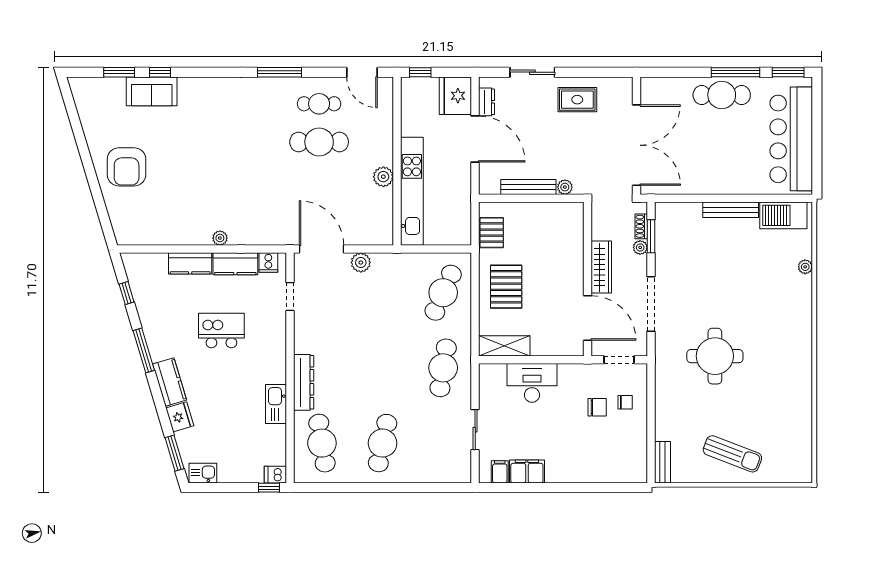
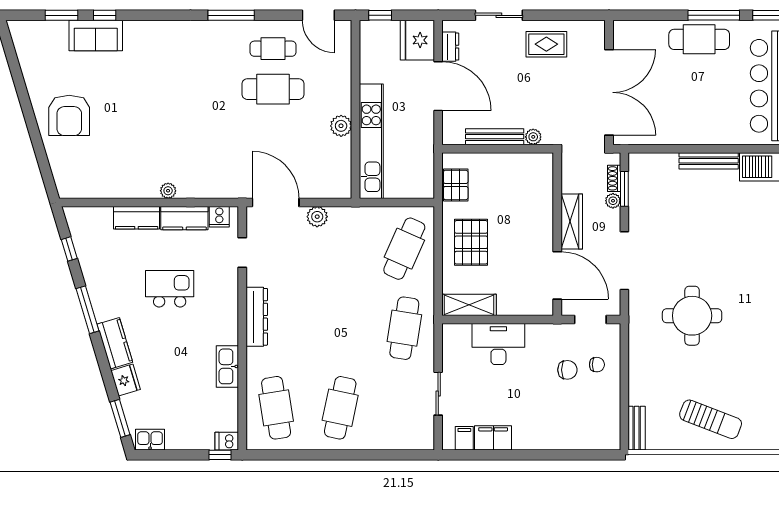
dresser: (304, 382) -> (257, 317), moved

